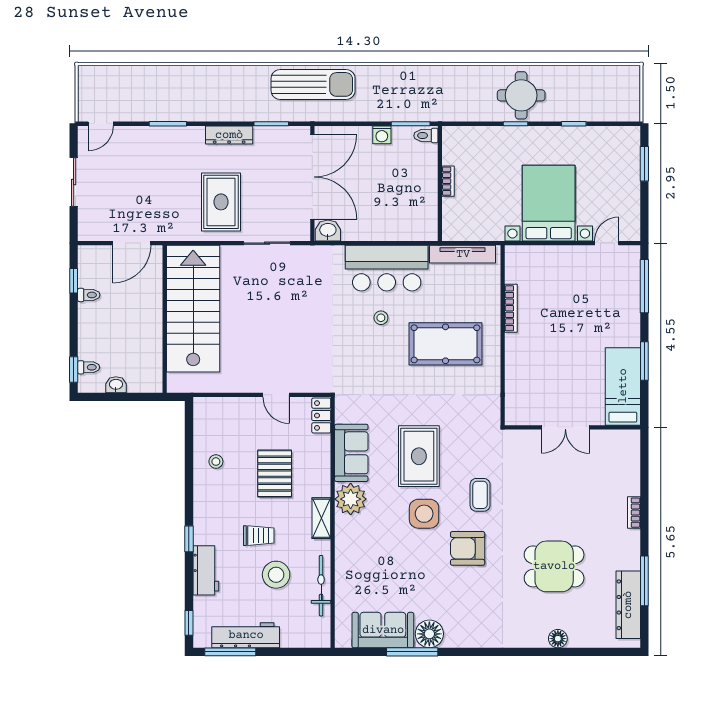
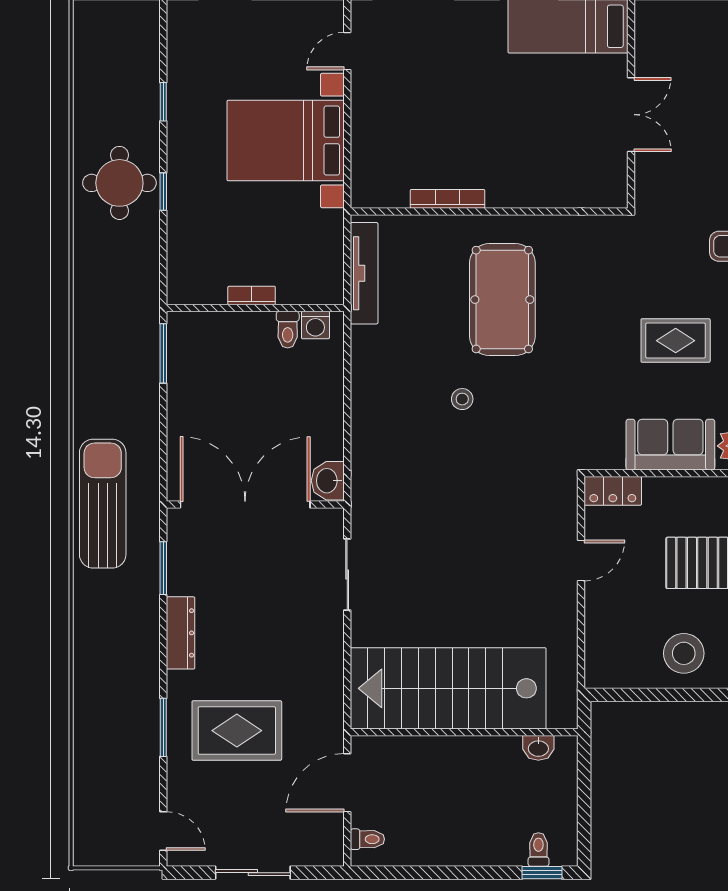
washing machine: (382, 135) -> (315, 325), moved, turned 90
toilet: (426, 136) -> (288, 330), moved
rug: (221, 202) -> (237, 731), moved
door: (132, 243) -> (347, 783), swing flipped
door: (607, 243) -> (347, 51), hinge flipped
bar counter: (387, 268) -> (386, 390), removed
window: (74, 281) -> (405, 873), removed
toilet: (89, 295) -> (367, 839), moved, turned 90
washbasin: (116, 385) -> (538, 748), moved, turned -90
rug: (419, 456) -> (676, 341), width x0.73, depth x0.70
stool: (216, 462) -> (684, 653), width x1.89, depth x1.89

